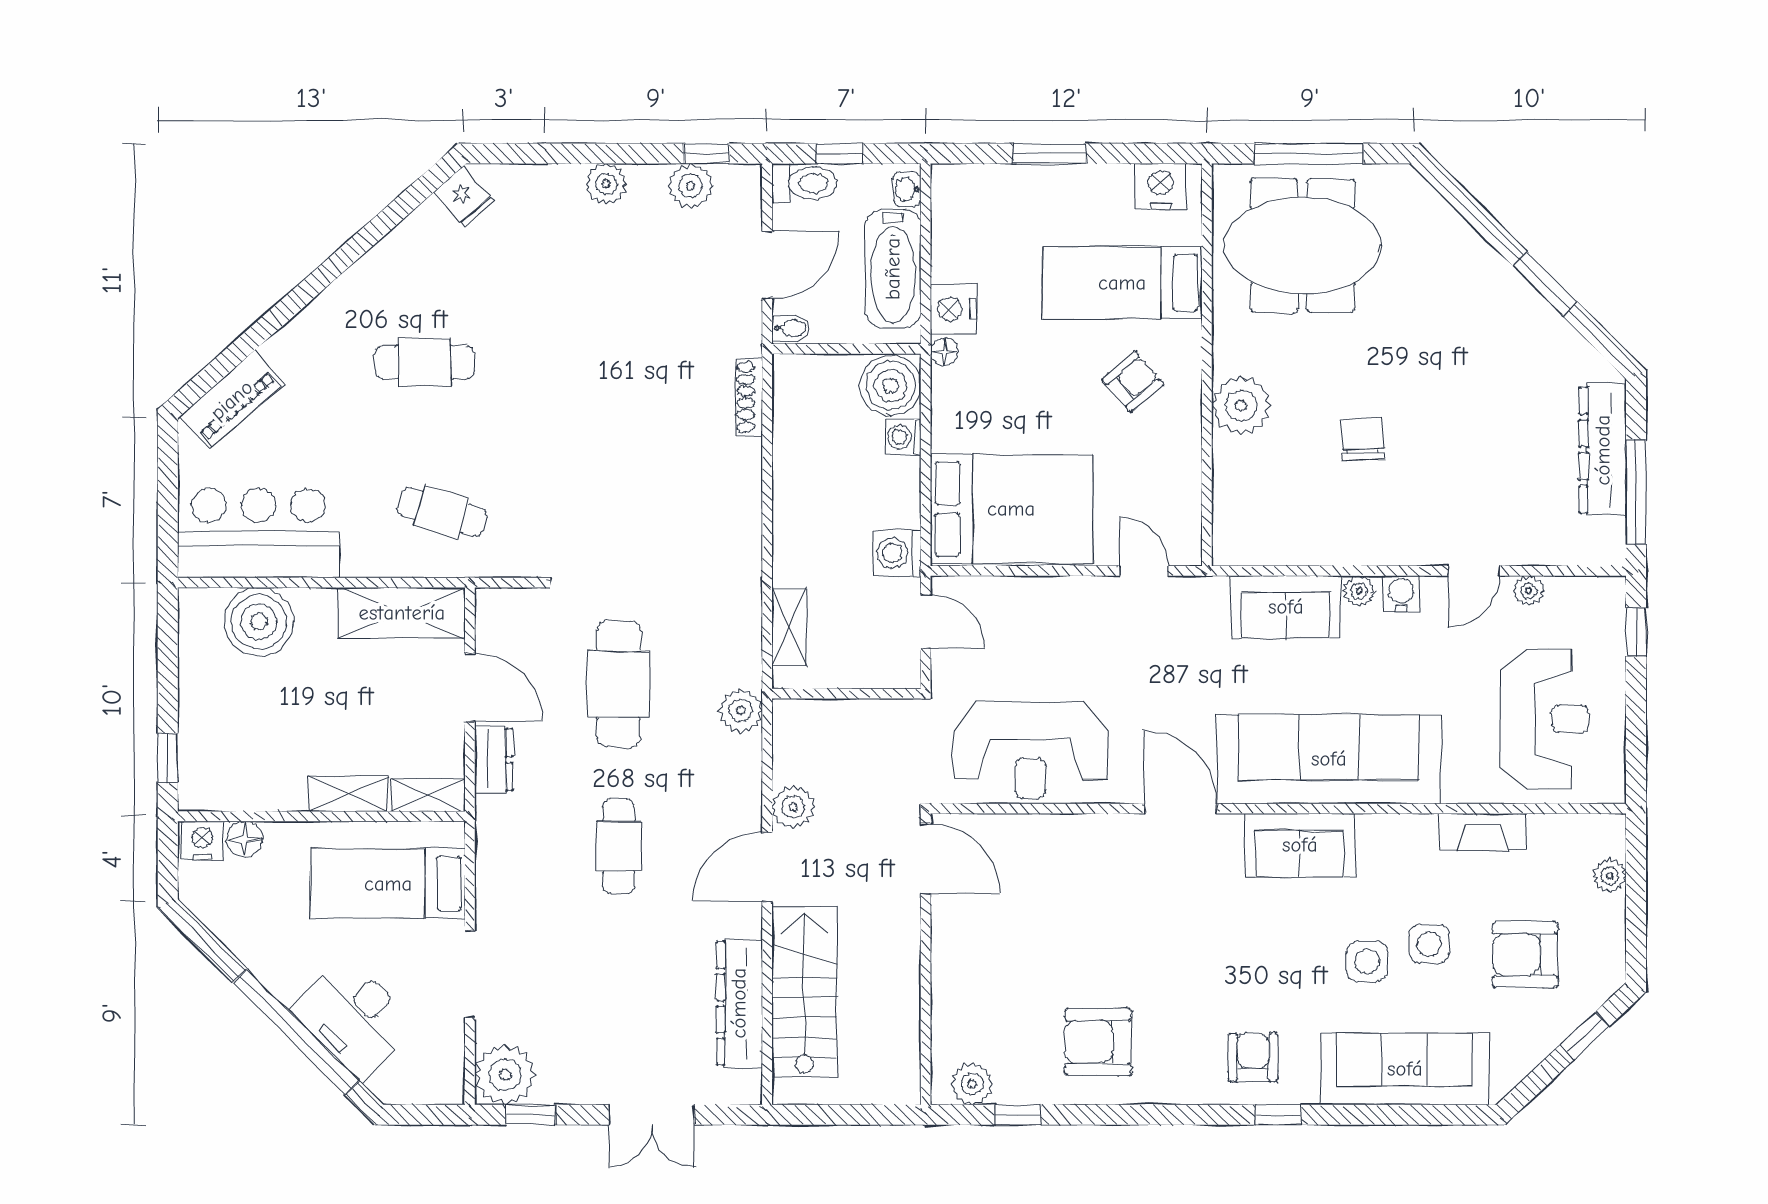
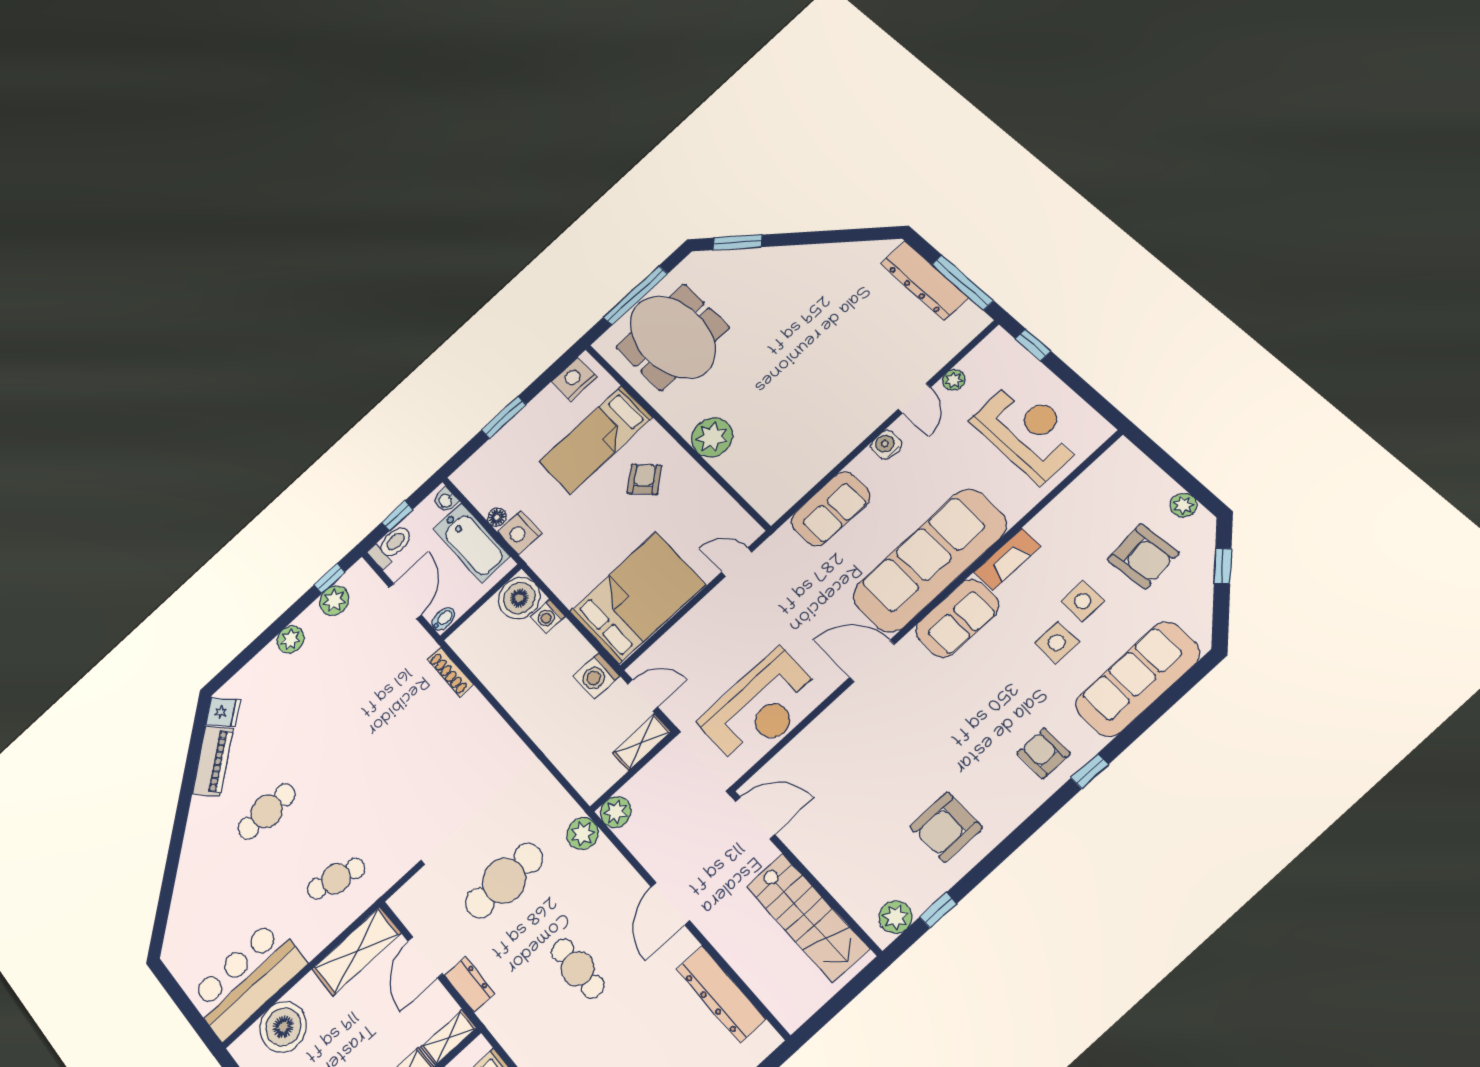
meeting table: (1303, 246) -> (672, 337), turned 90
window: (1545, 284) -> (738, 242), moved
floor lamp: (944, 352) -> (497, 517), moved
piano: (232, 400) -> (213, 761), moved
chair: (1363, 439) -> (792, 393), removed
plant: (1359, 591) -> (862, 465), removed
shelving: (789, 627) -> (642, 742), moved, turned 90
cafe table: (619, 684) -> (504, 881), turned 90
door: (470, 688) -> (425, 957), swing flipped
plant: (793, 807) -> (616, 812), moved
fireplace: (1483, 832) -> (1007, 559), moved
plant: (1610, 876) -> (1183, 505), moved
armchair: (1525, 955) -> (1143, 556), turned -95
stairs: (804, 992) -> (807, 917), moved, turned 180

